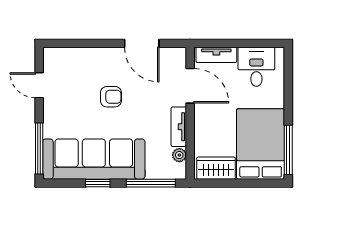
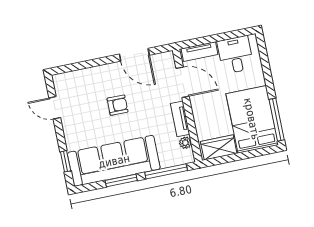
window: (39, 148) -> (66, 161), width x0.46
window: (98, 183) -> (121, 180), width x1.50

